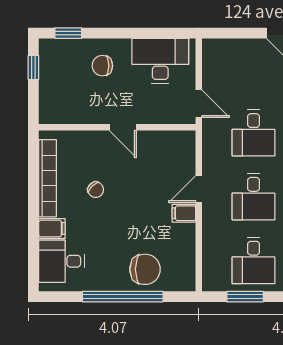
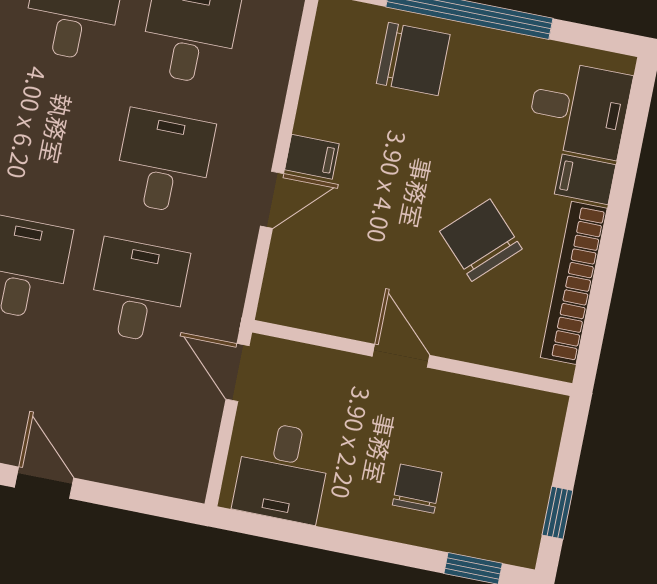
desk: (160, 61) -> (282, 472), width x0.73
chair: (102, 66) -> (417, 489), turned -90
chair: (96, 190) -> (481, 240), width x1.87, depth x1.87
chair: (145, 269) -> (413, 59), turned 180

